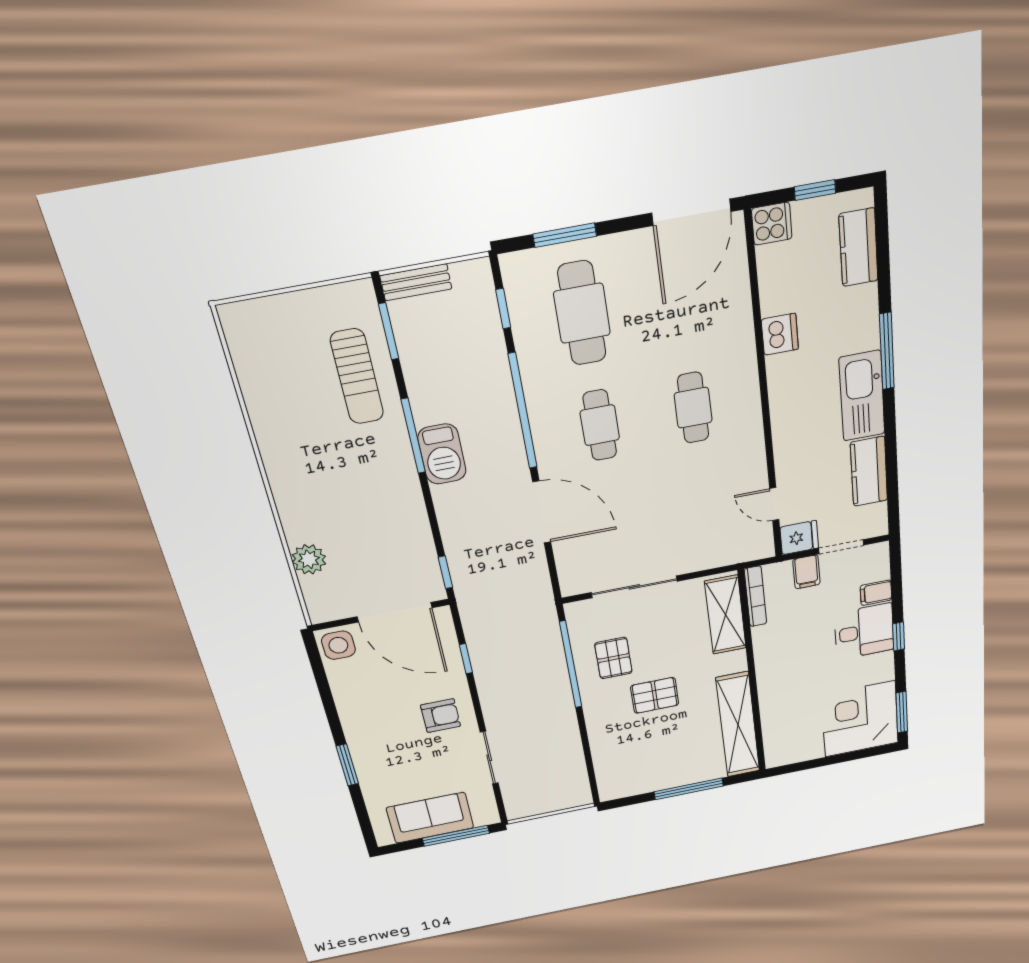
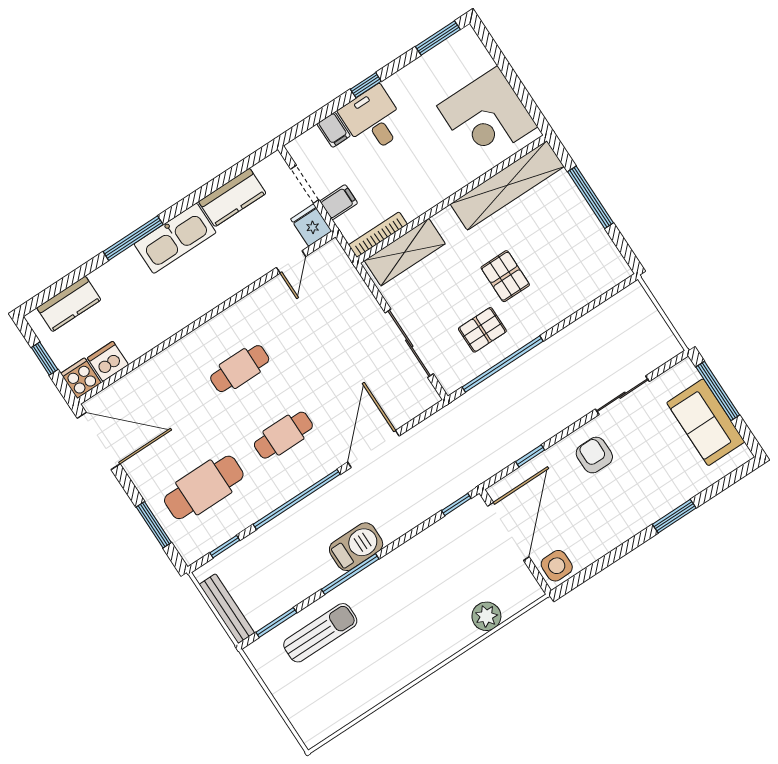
bench: (416, 282) -> (227, 609), width x1.36
dishwasher: (780, 334) -> (108, 361), moved
corner desk: (860, 719) -> (487, 116), moved

